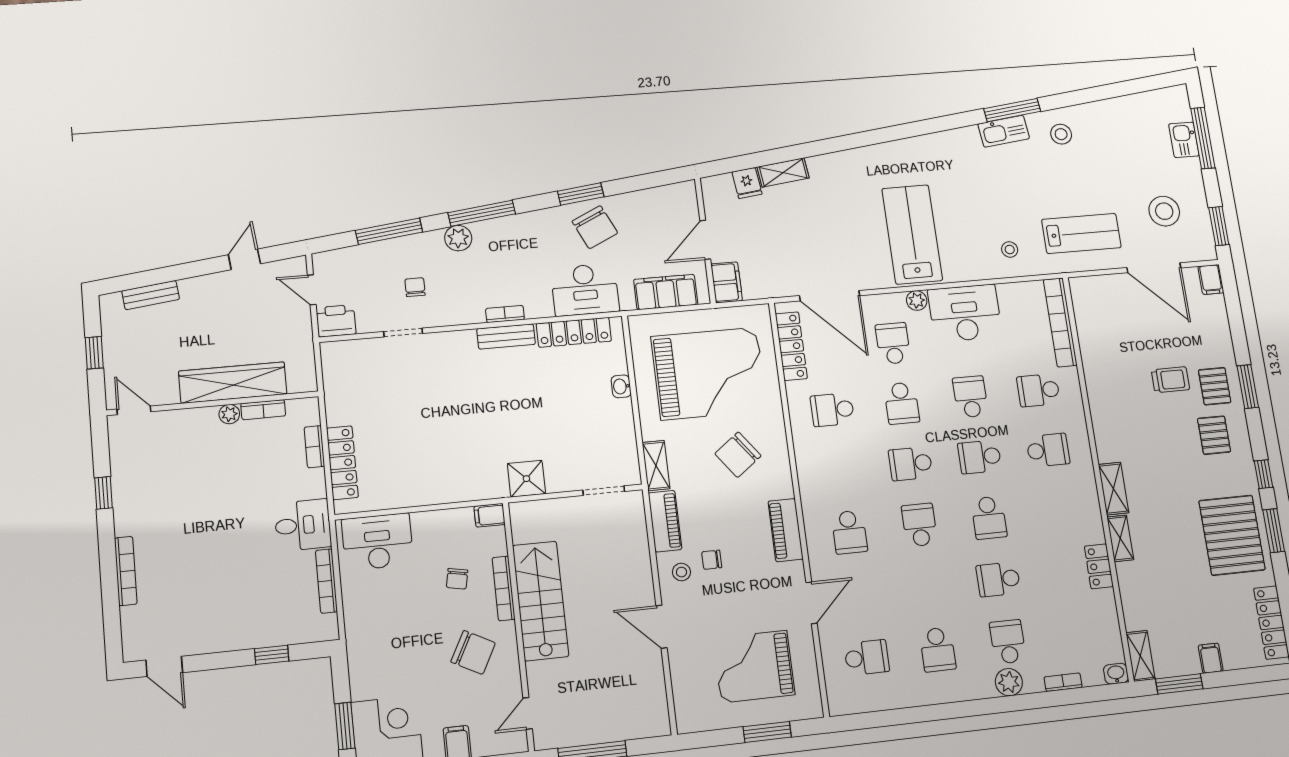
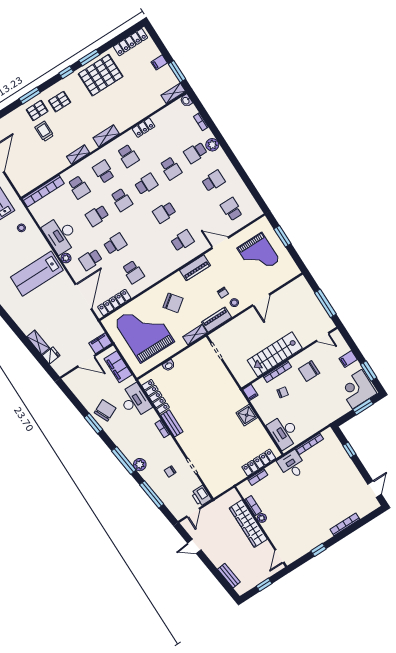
school desk: (911, 464) -> (128, 156), moved
shower: (526, 479) -> (247, 415), moved
shelving: (1120, 538) -> (78, 155), moved
chair: (473, 652) -> (309, 371), turned -118

